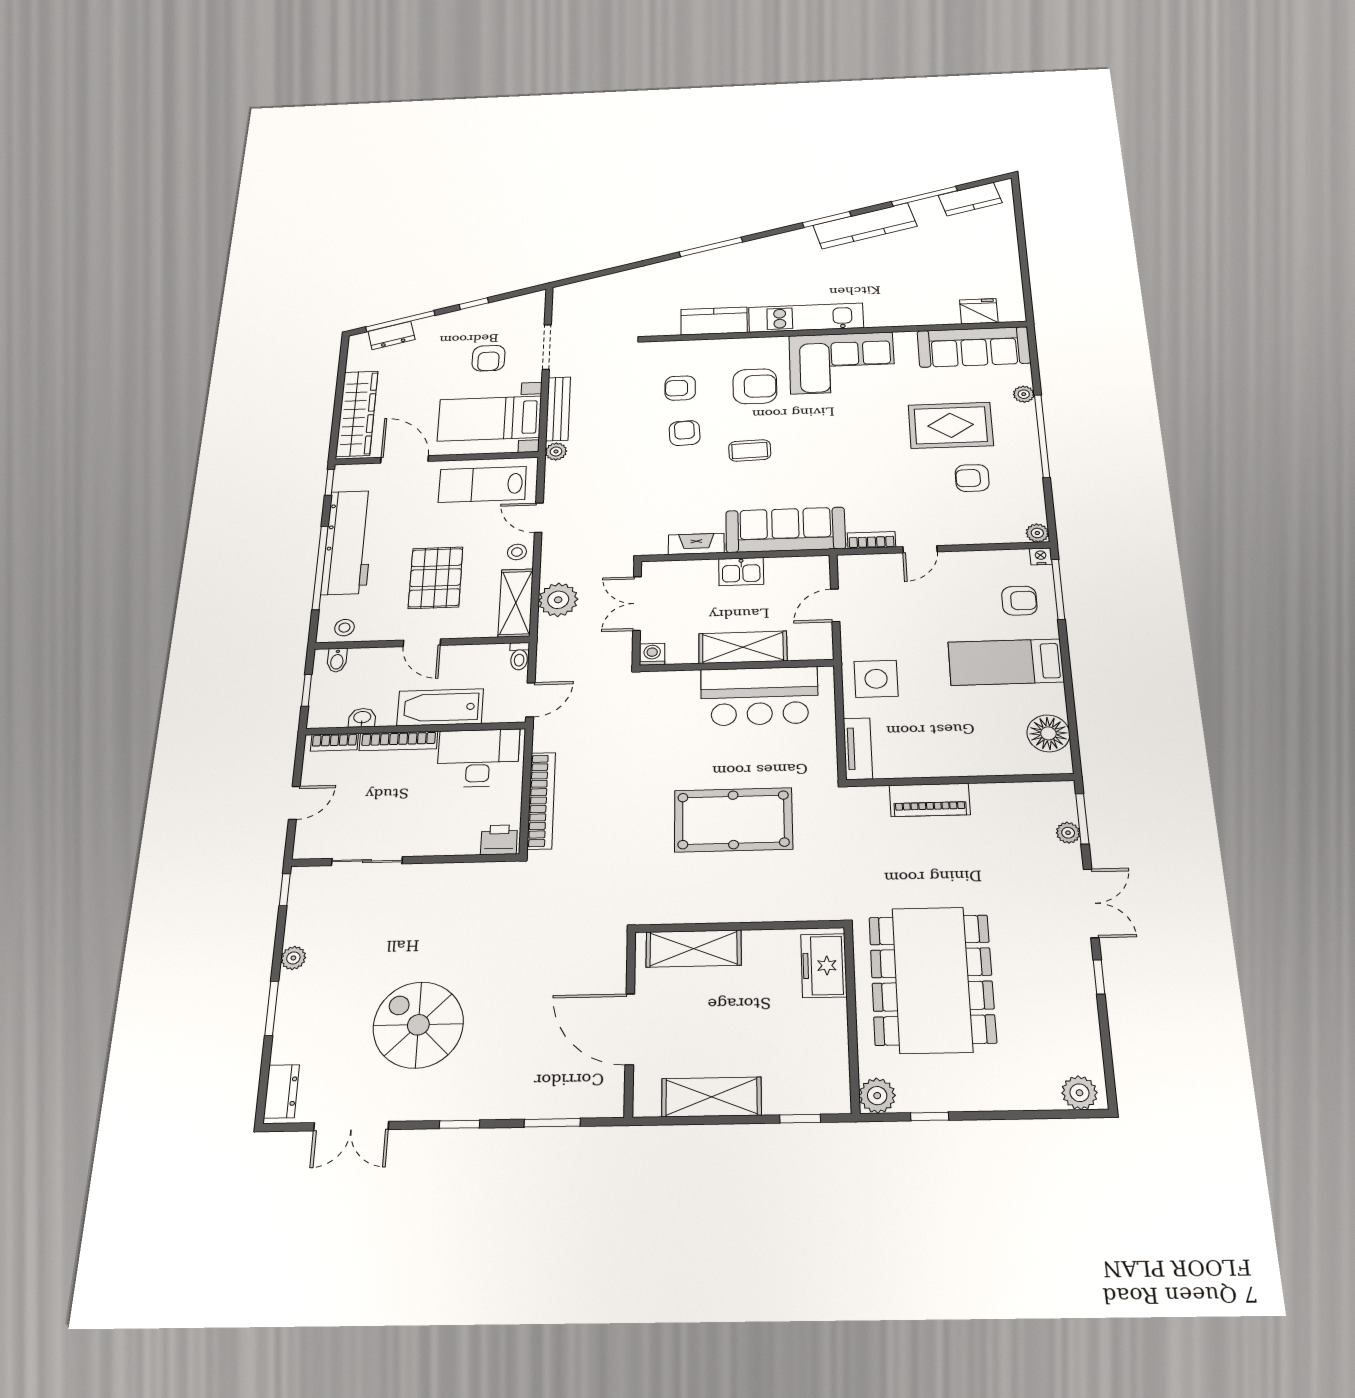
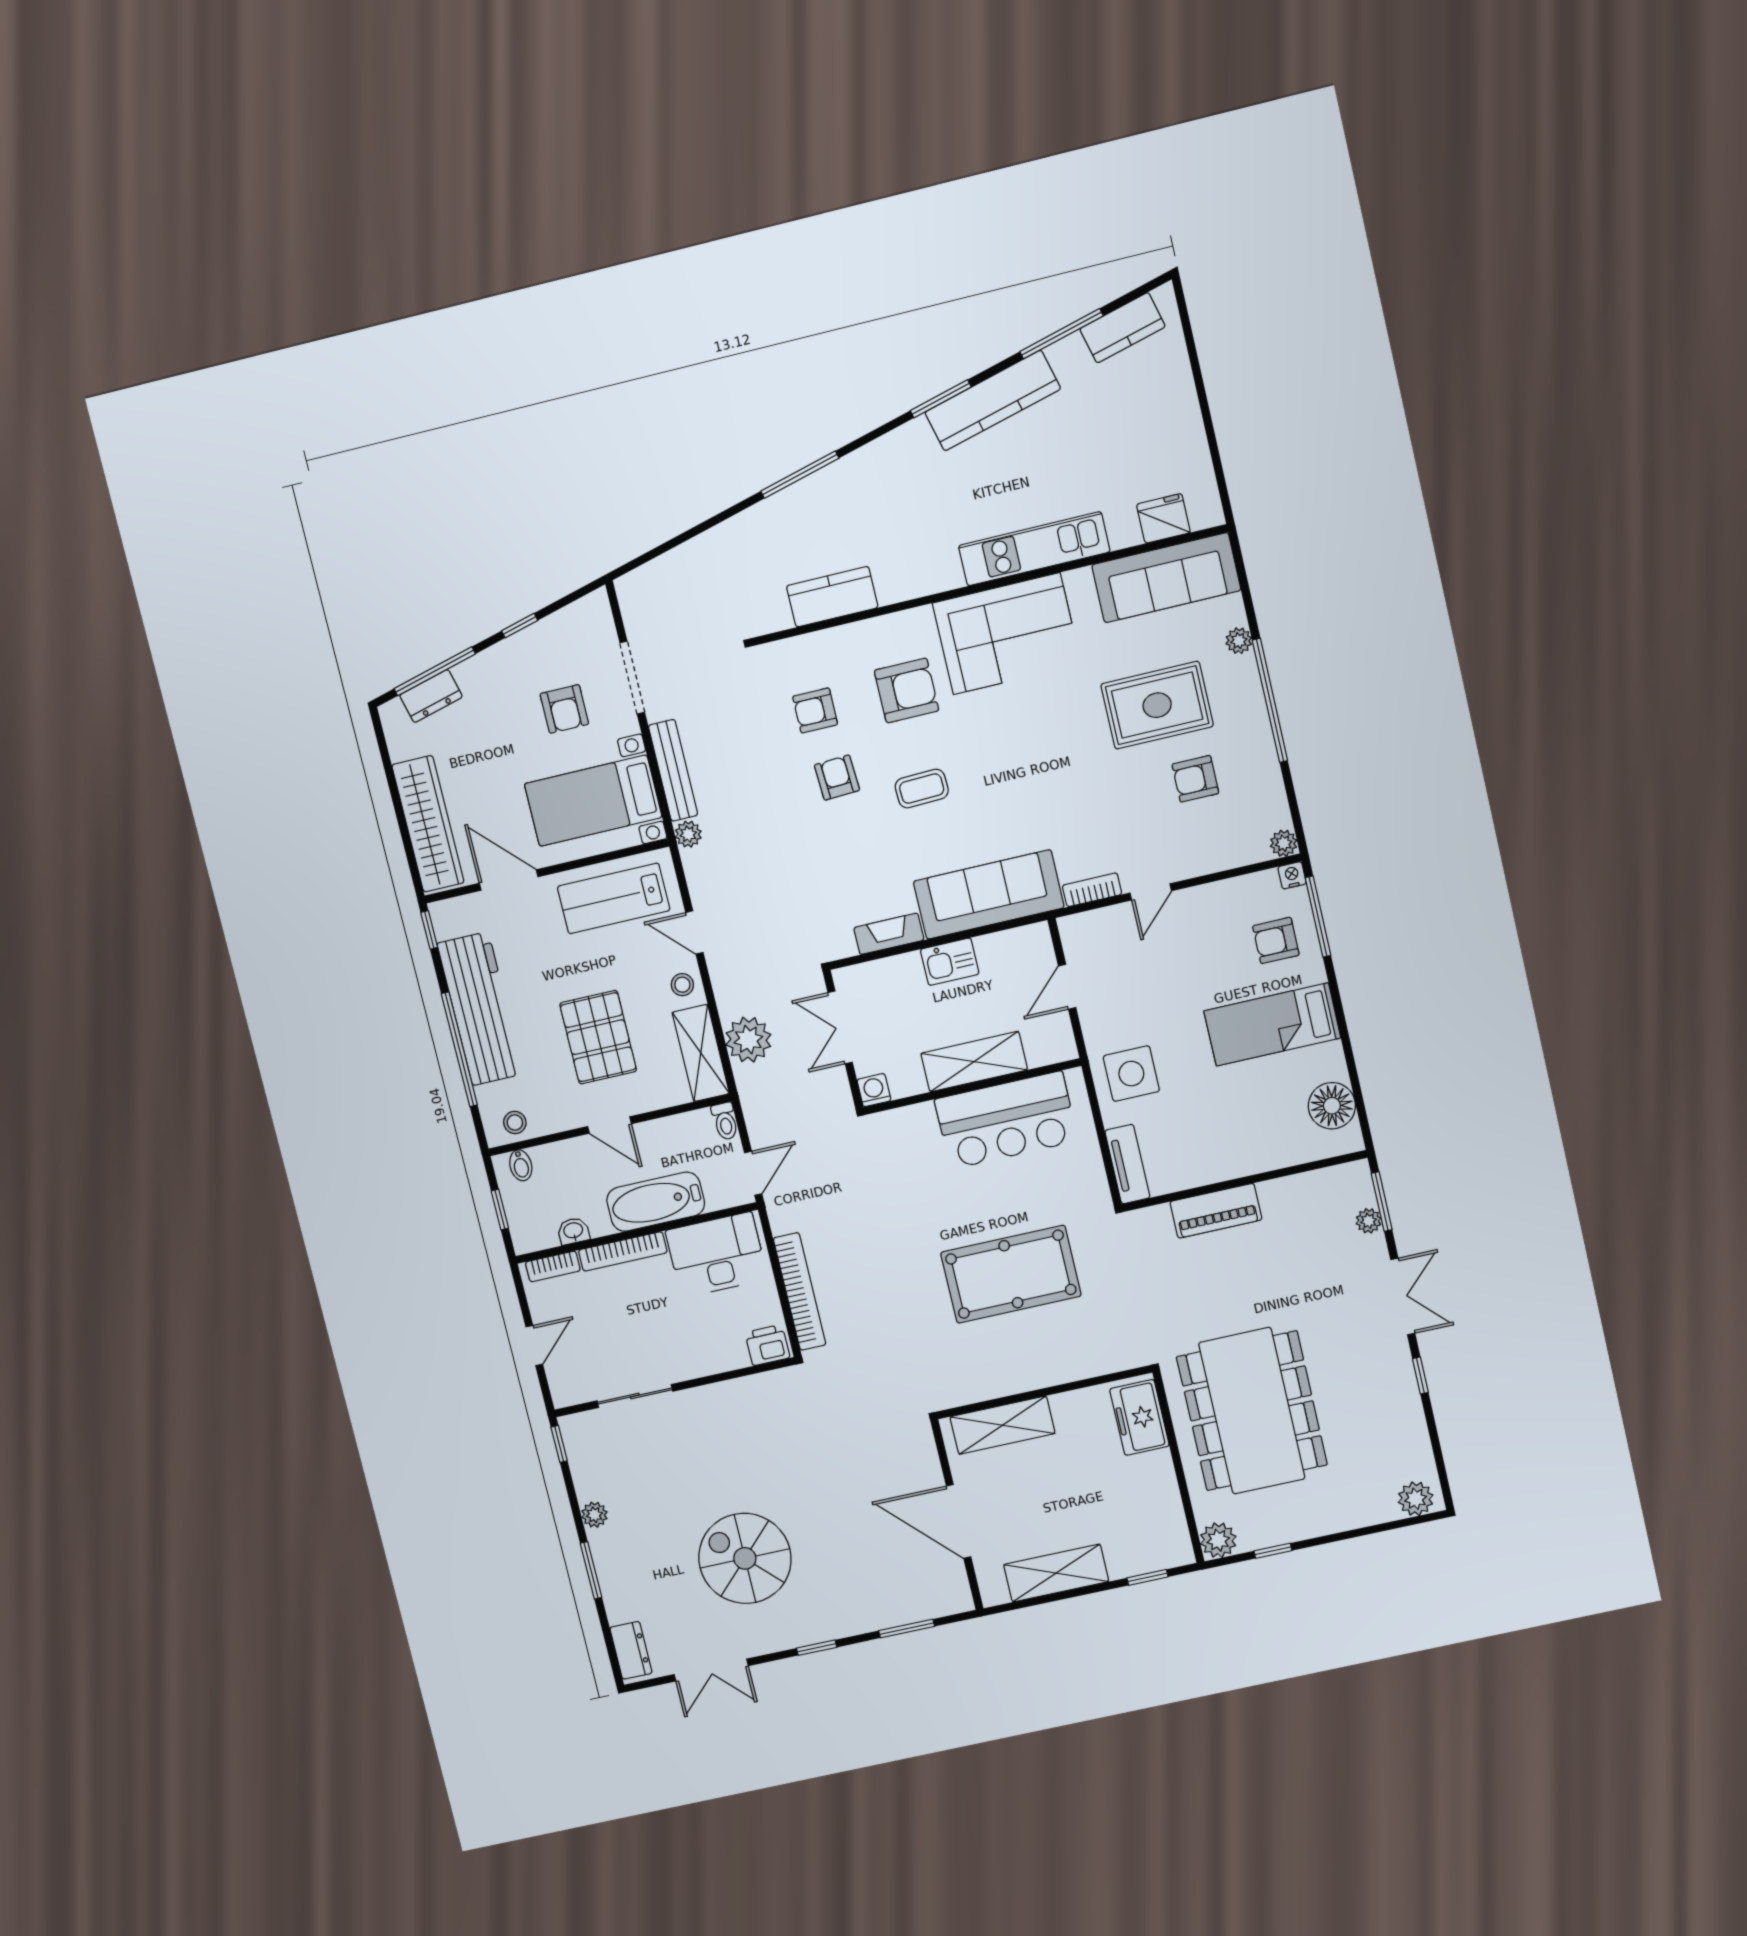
kitchen unit: (806, 318) -> (1034, 549), moved
armchair: (1019, 601) -> (1276, 940), turned 180

